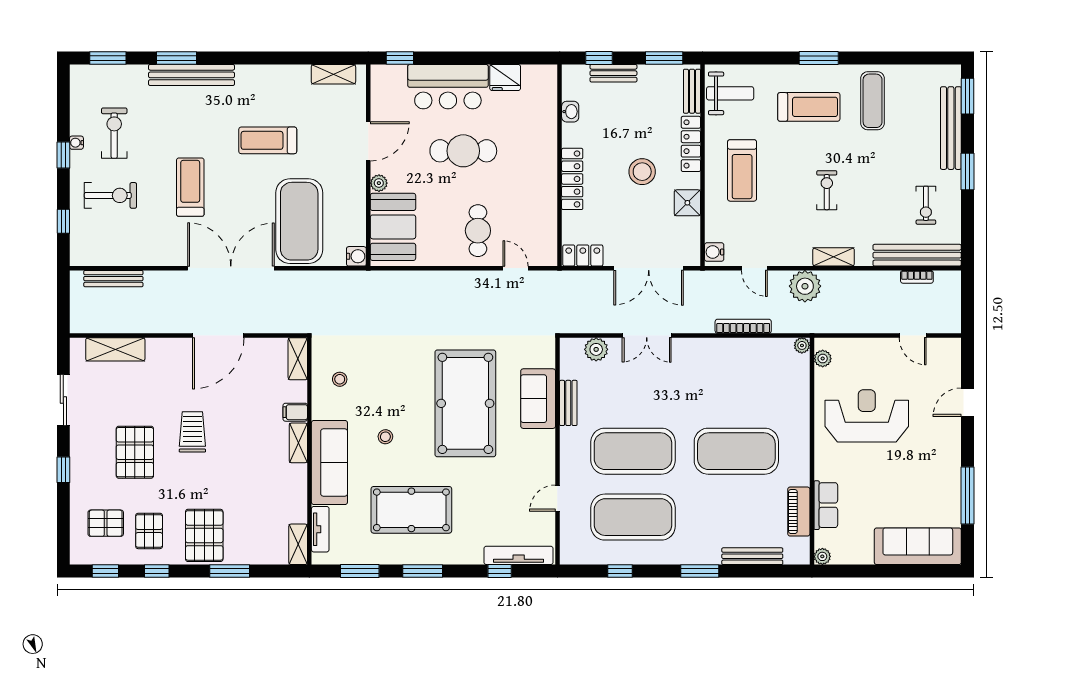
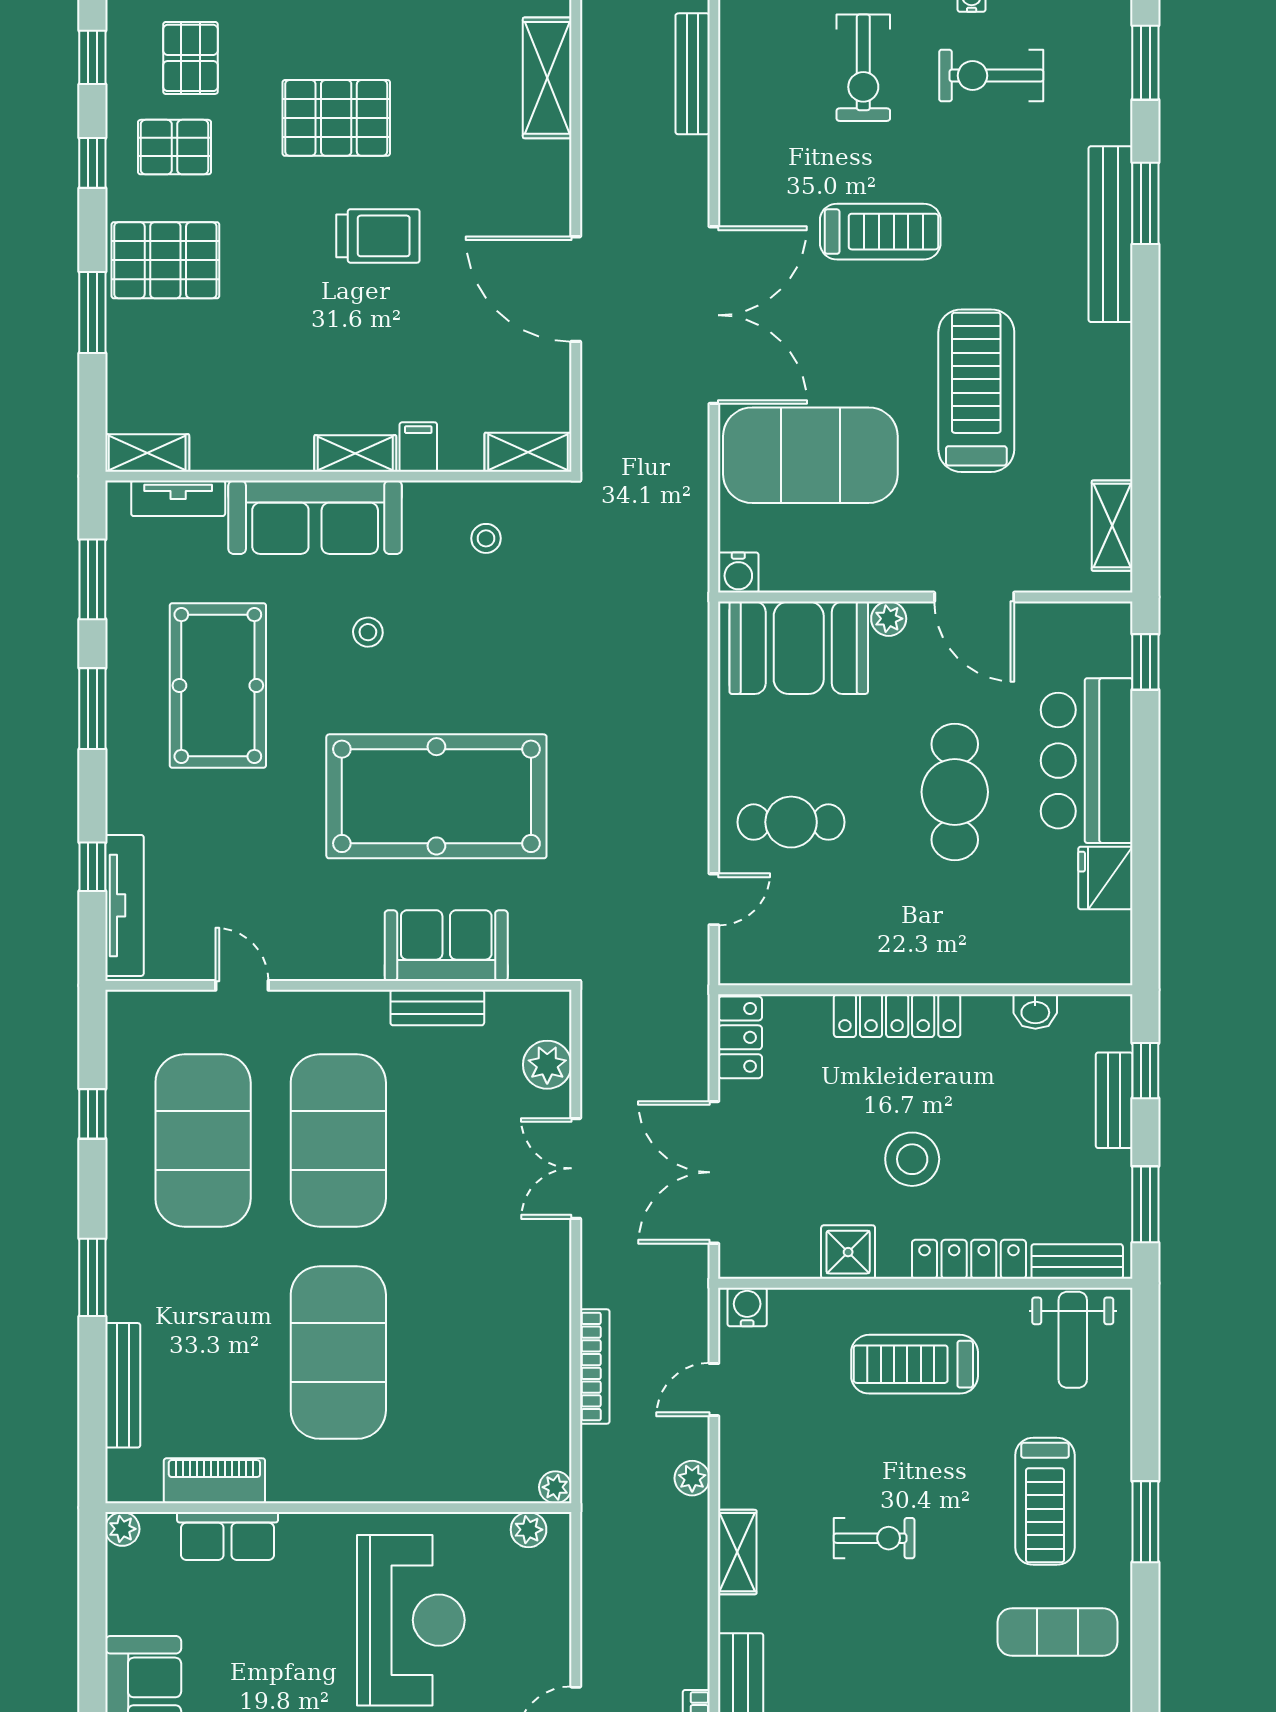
exercise bike: (114, 133) -> (991, 76), turned 180
treadmill: (268, 140) -> (976, 391), width x1.37, depth x1.38
plant: (805, 286) -> (692, 1478), width x0.53, depth x0.53

